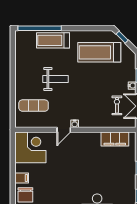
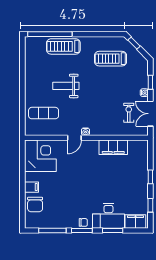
treadmill: (99, 52) -> (111, 59), width x0.73, depth x0.73
weight bench: (56, 79) -> (66, 86), turned 180
filing cabinet: (115, 139) -> (113, 147), moved

